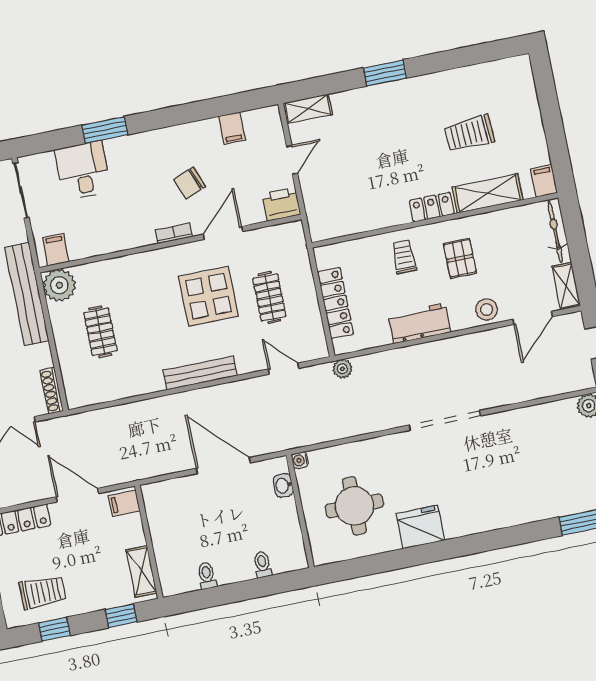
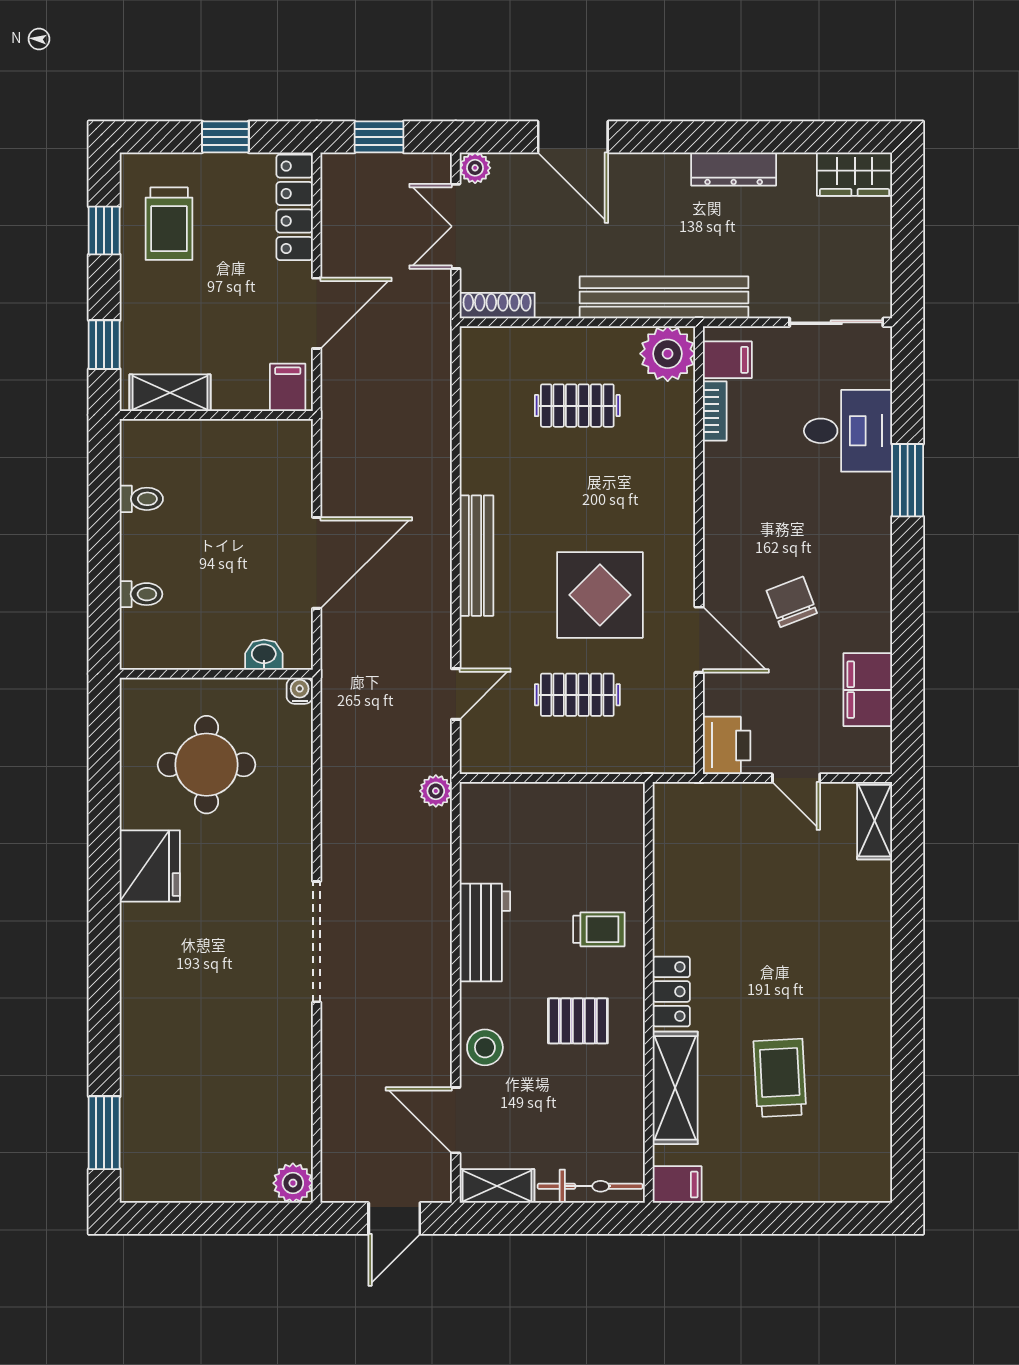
window: (385, 73) -> (908, 959), removed
filing cabinet: (232, 128) -> (868, 690), width x2.00
bookcase: (174, 233) -> (715, 411), moved
locker: (335, 303) -> (546, 801), removed

